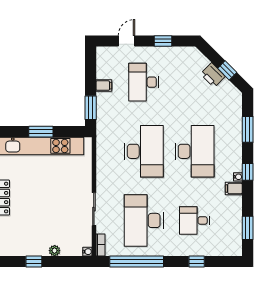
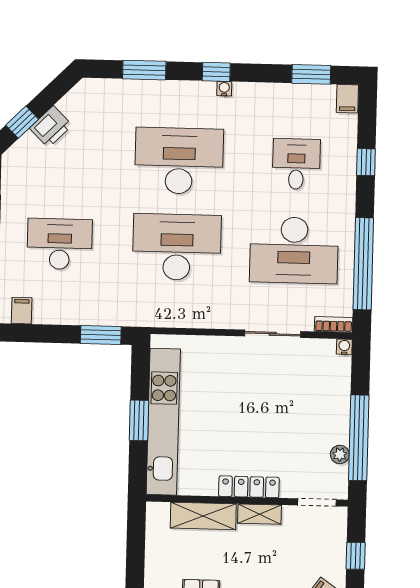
window: (227, 70) -> (22, 122), moved
desk: (144, 82) -> (60, 244), turned 180
filing cabinet: (104, 86) -> (22, 311), moved
filing cabinet: (234, 188) -> (347, 99), moved
desk: (195, 220) -> (296, 164), turned 180
plant: (55, 251) -> (340, 454), moved
window: (34, 262) -> (359, 438), width x3.17

